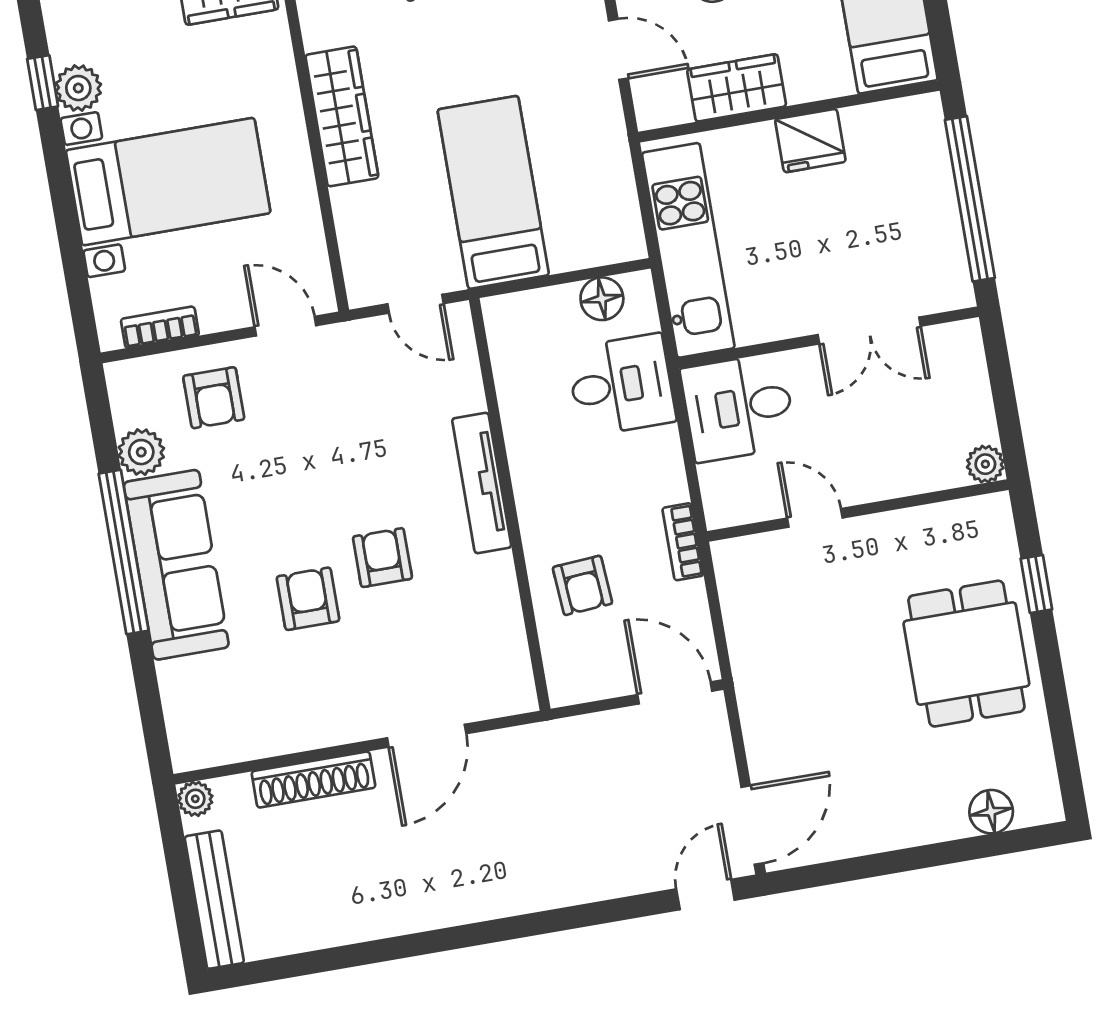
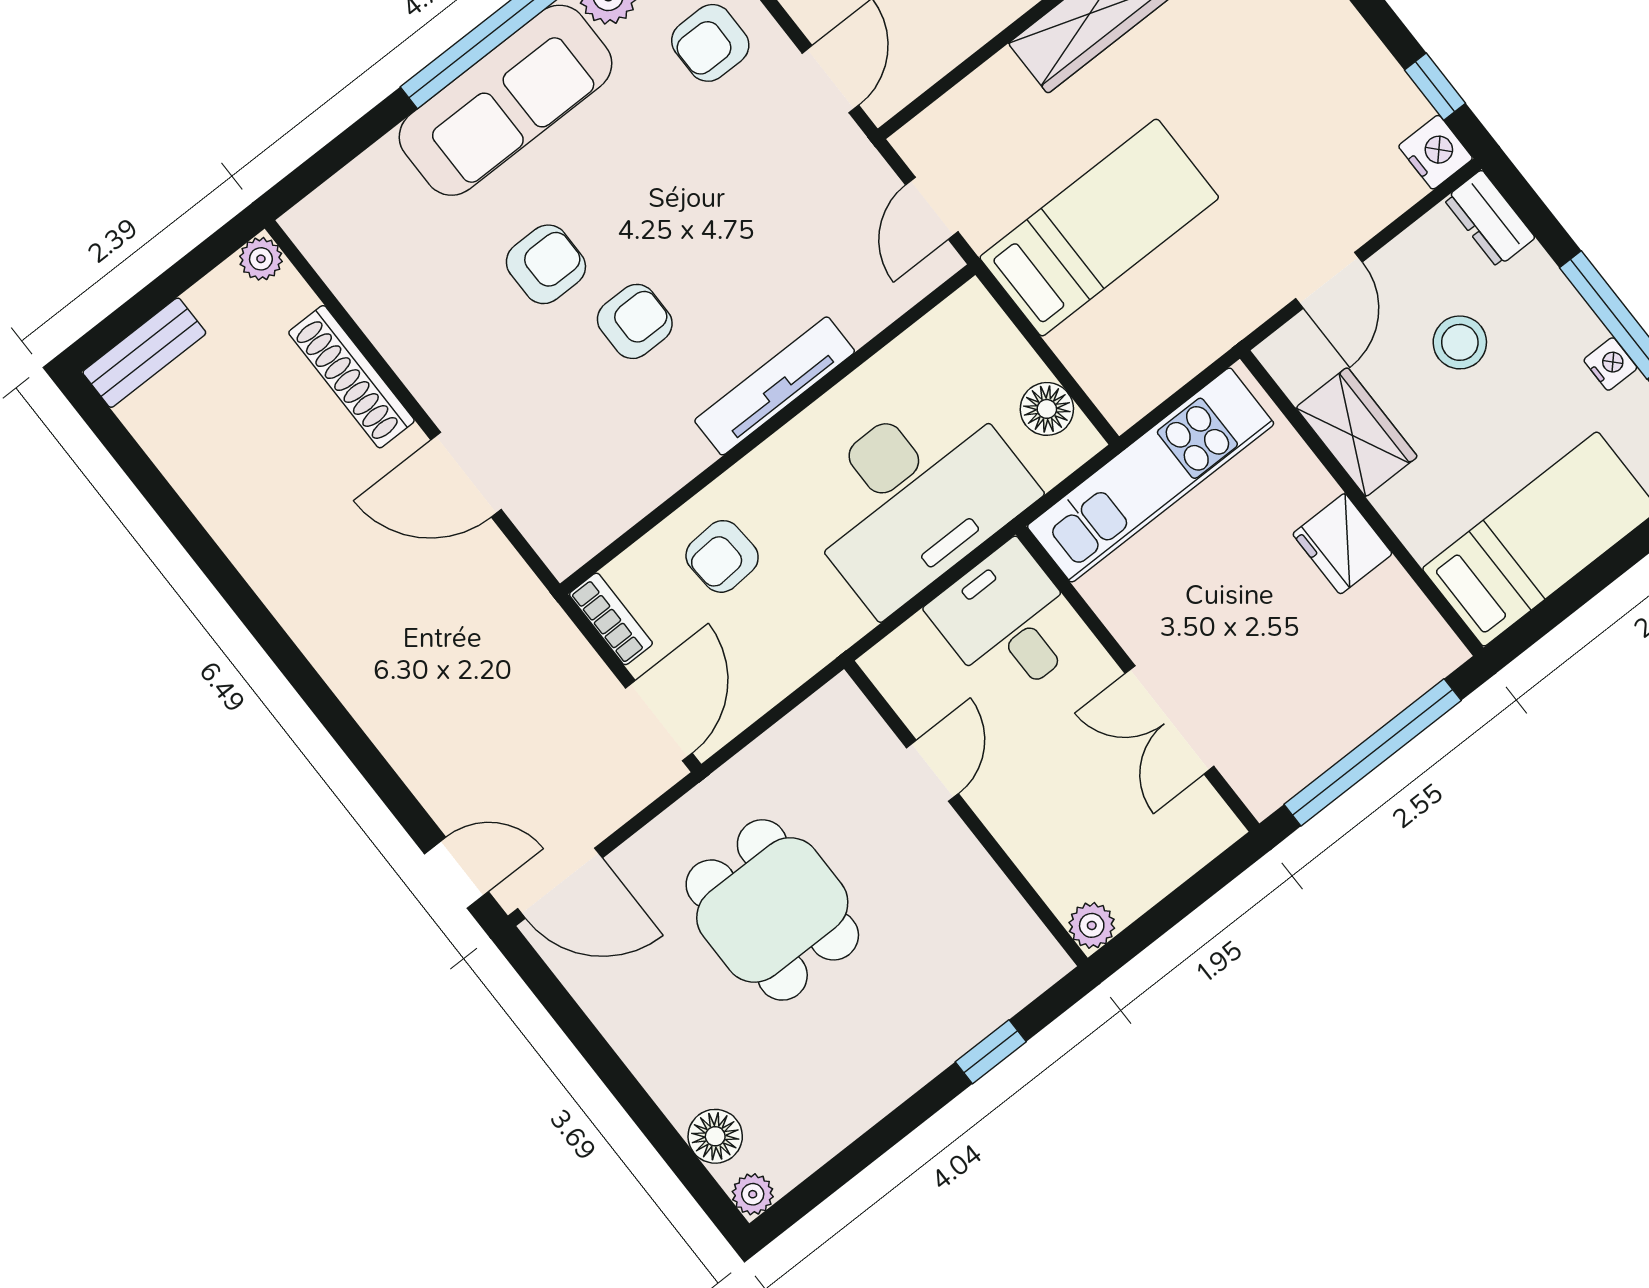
desk: (621, 385) -> (914, 497), width x1.87, depth x1.30
bookcase: (683, 542) -> (611, 619), moved, turned 90
dining table: (966, 654) -> (772, 910), moved, turned 90
plant: (1047, 807) -> (753, 1194), added
bench: (214, 900) -> (144, 353), width x0.73

